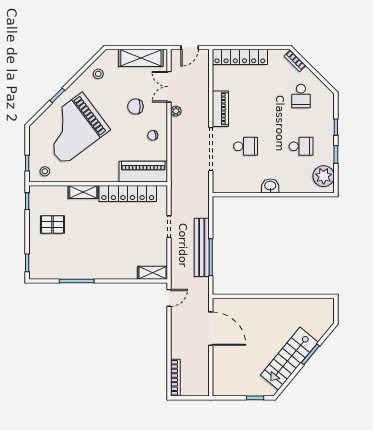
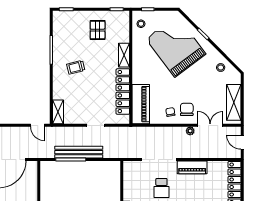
chair: (135, 107) -> (187, 109), moved
trolley: (98, 251) -> (76, 67), added

